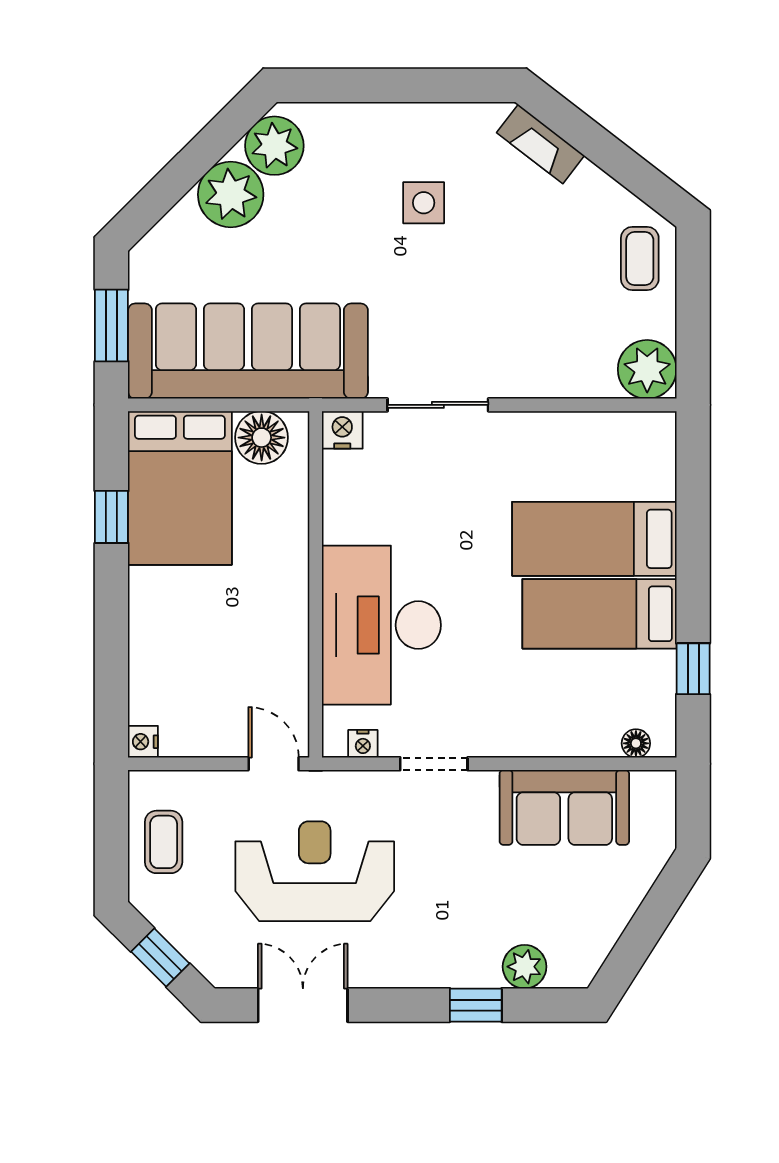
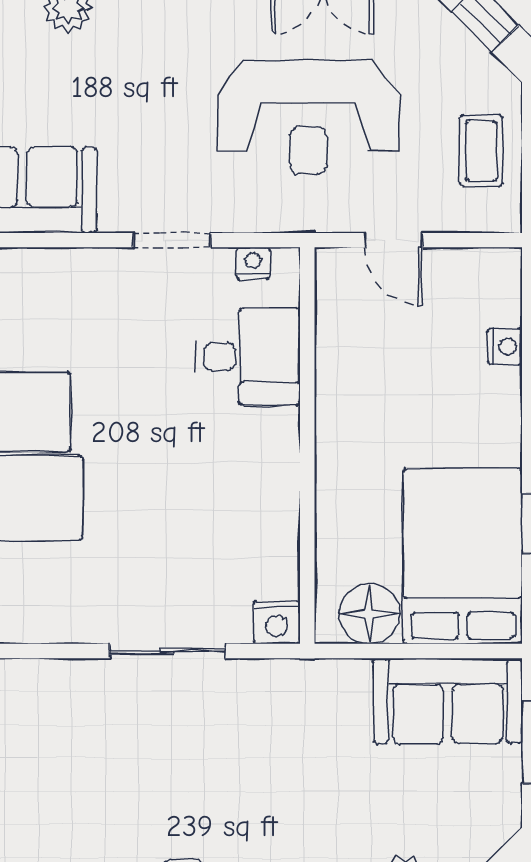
sofa: (248, 351) -> (448, 701), width x0.54, depth x0.79
desk: (381, 625) -> (248, 357), width x0.53, depth x0.77
nightstand: (143, 742) -> (505, 346), moved
door: (274, 764) -> (394, 240), moved

